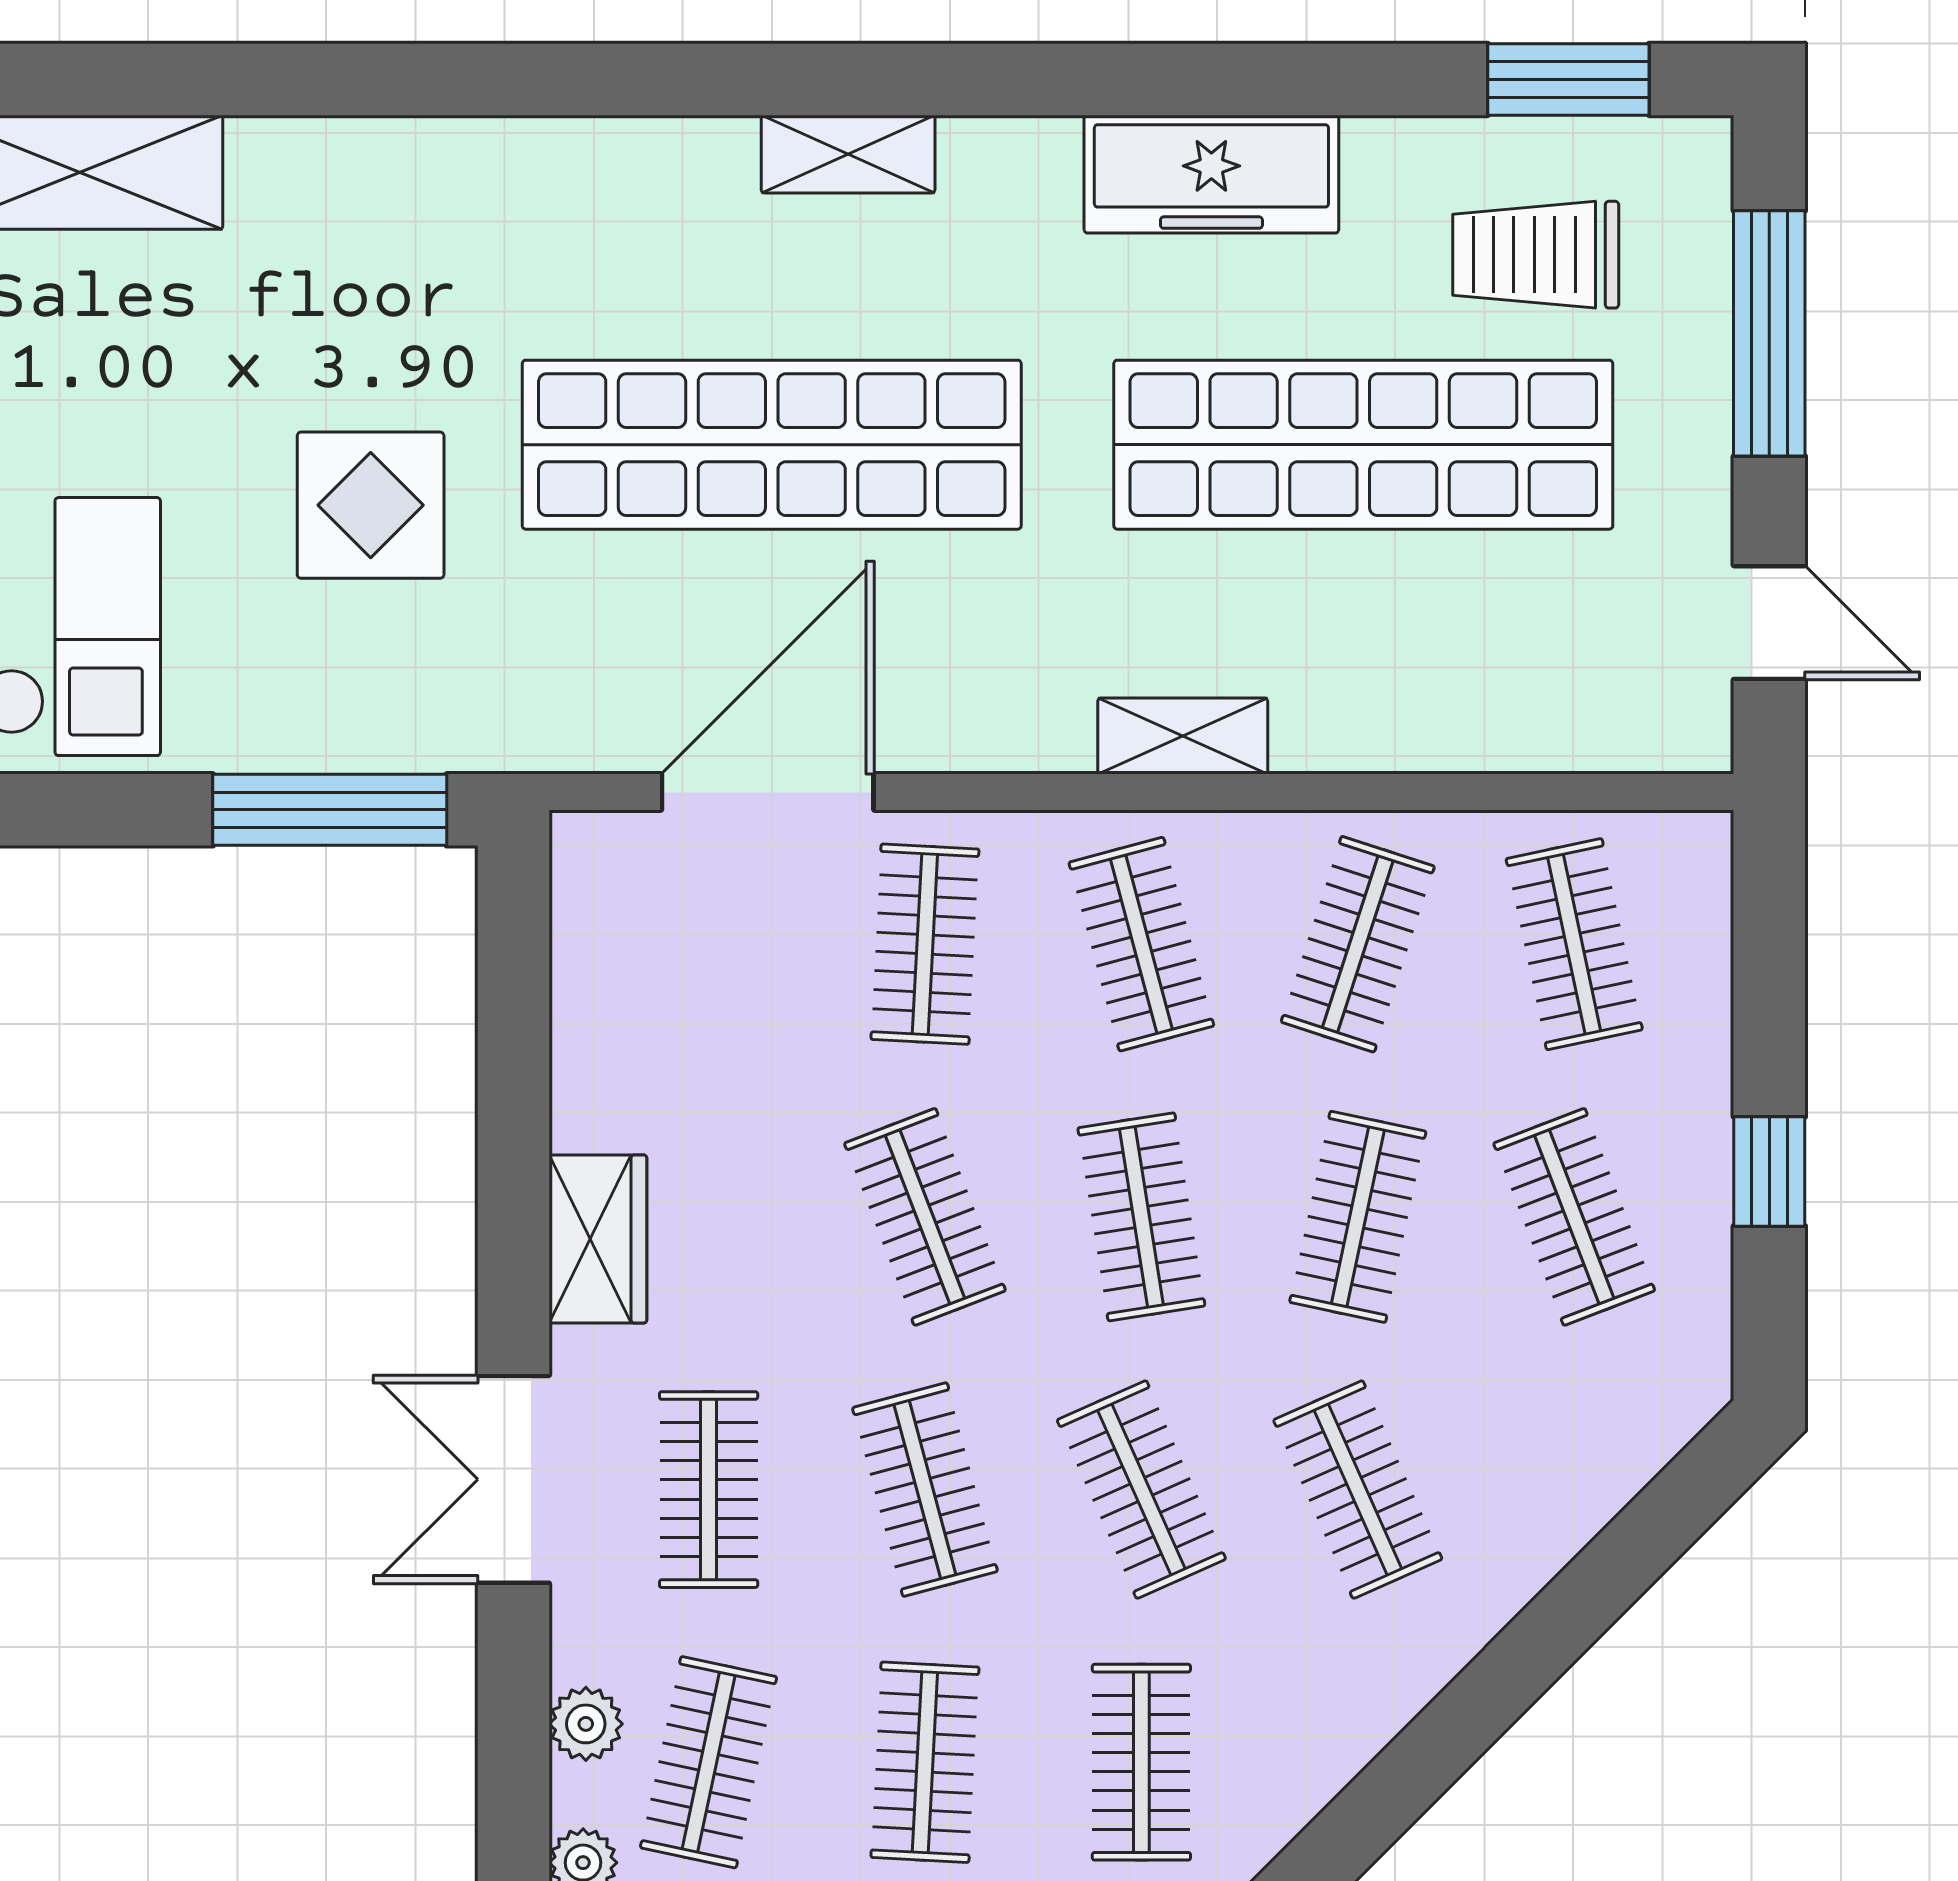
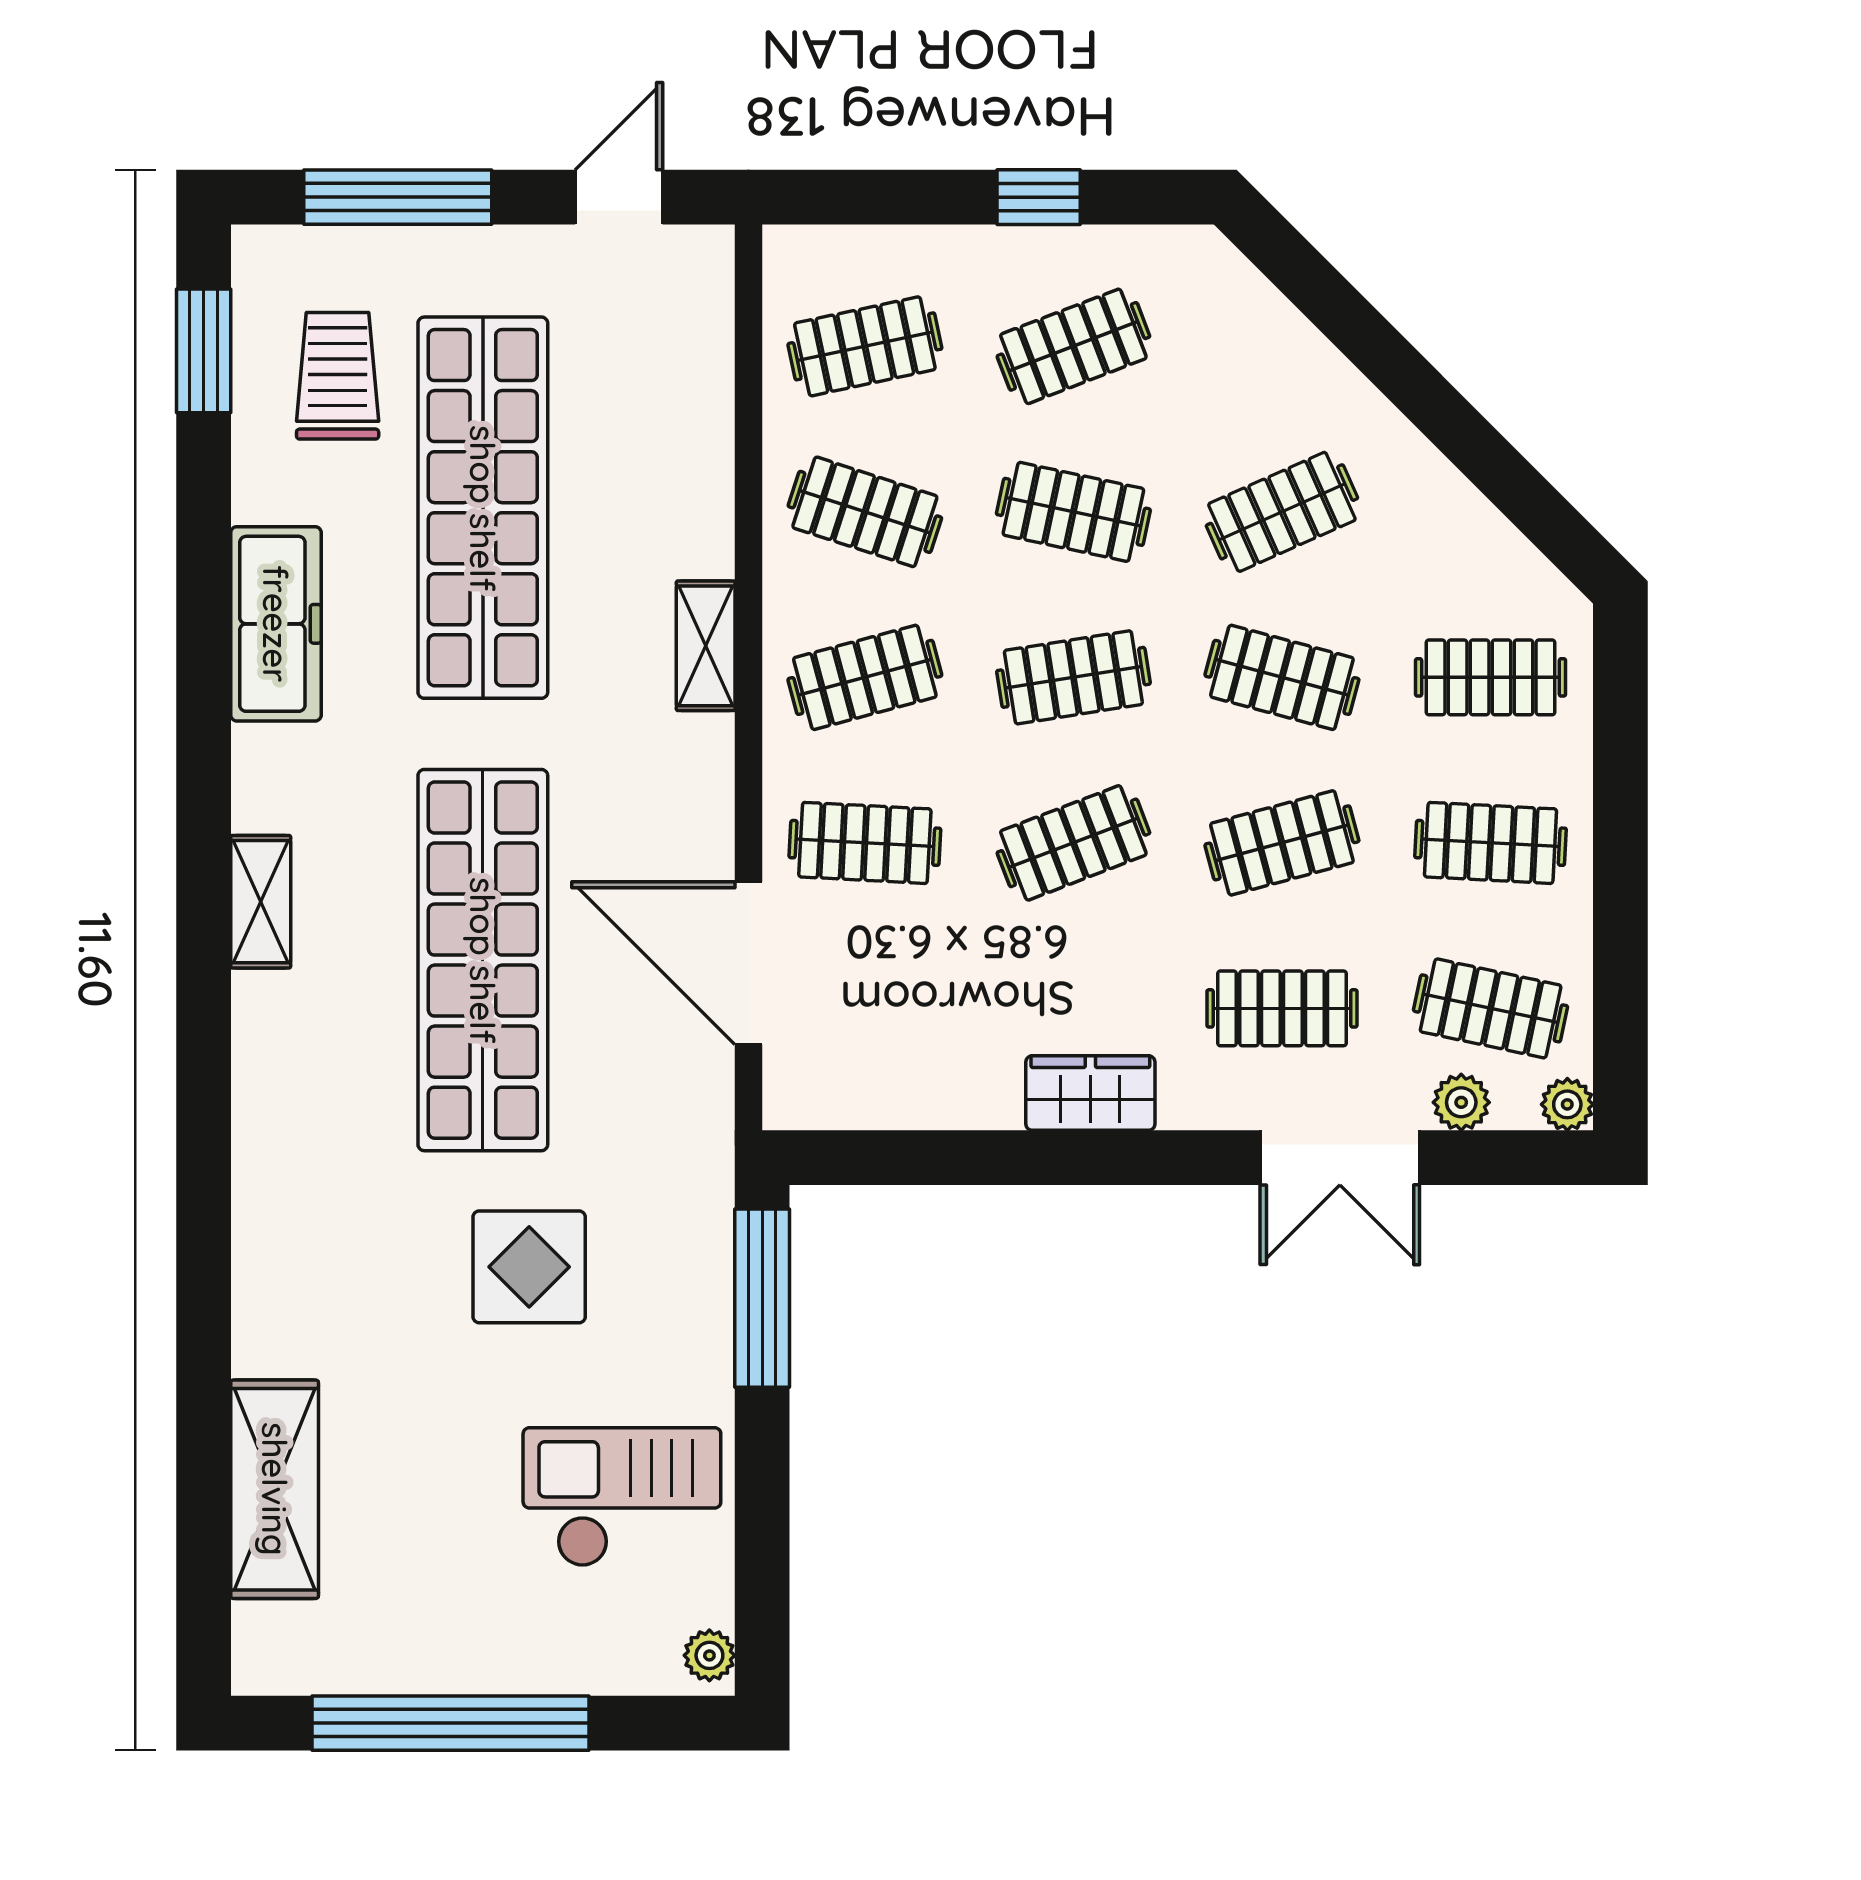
trolley: (1536, 255) -> (338, 376), turned 180
double door: (513, 1479) -> (1340, 1158), moved
clothes rail: (1141, 1490) -> (1282, 677), turned 39

